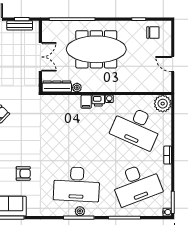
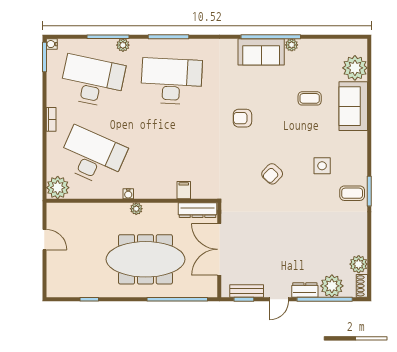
chair: (153, 33) -> (70, 282), removed
double door: (40, 57) -> (219, 249), width x1.37
plant: (77, 88) -> (136, 209), moved
printer: (98, 101) -> (143, 191), removed
filing cabinet: (86, 102) -> (184, 190), moved
armchair: (23, 173) -> (242, 118), moved
desk: (136, 184) -> (92, 81), turned 33
plant: (80, 211) -> (123, 45), moved

